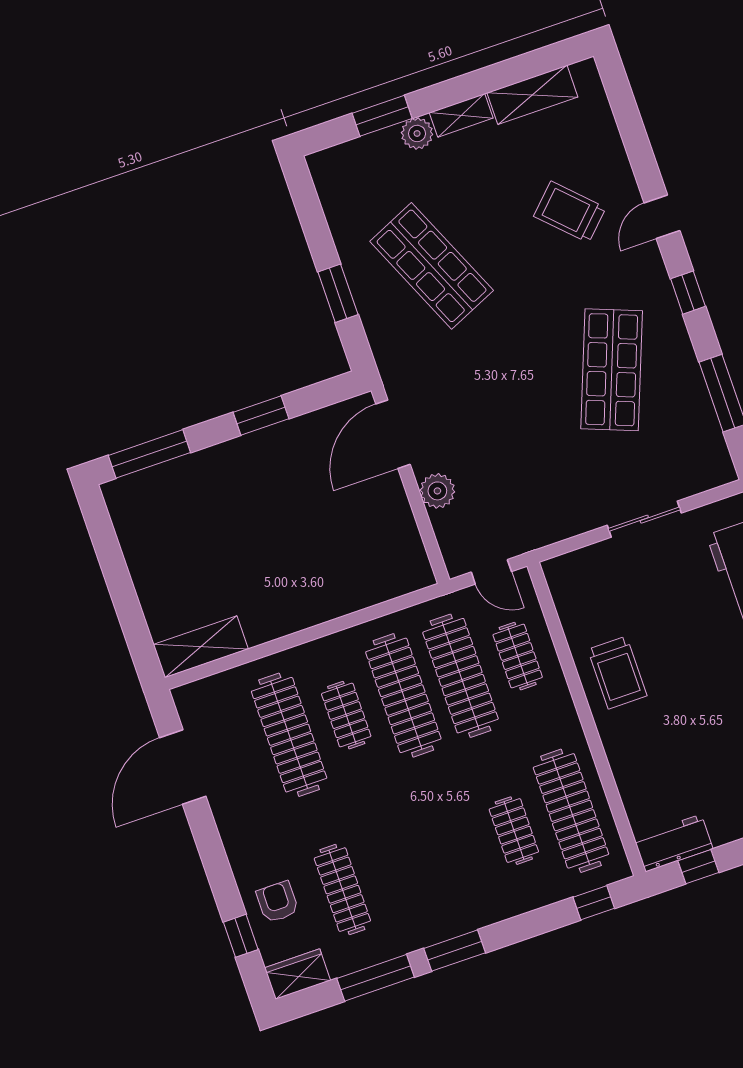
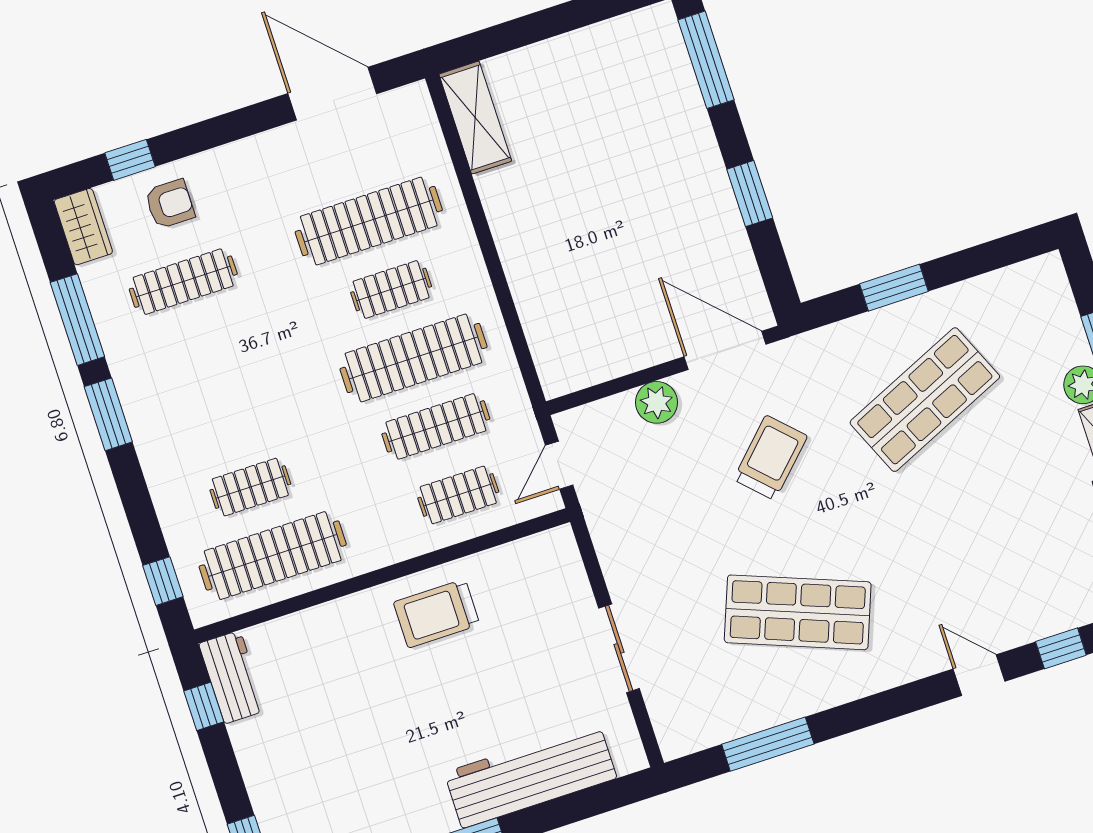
trolley: (570, 212) -> (770, 458), moved
window: (688, 293) -> (1061, 648), moved
clothes rail: (460, 676) -> (436, 426), width x0.73, depth x0.76

